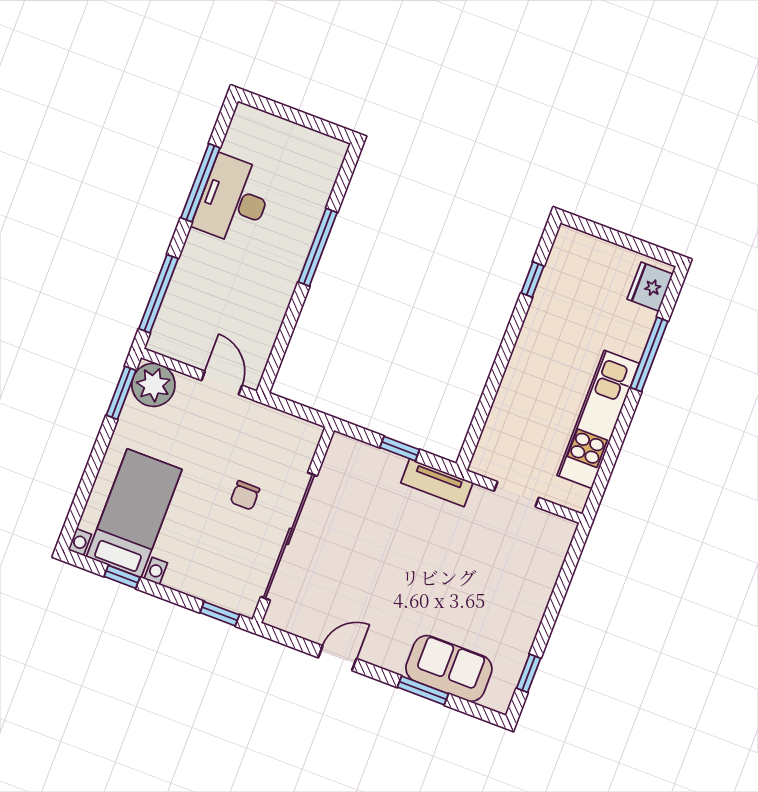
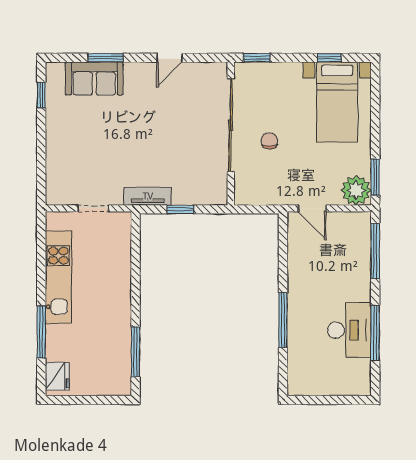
window: (532, 280) -> (135, 352), width x2.17

